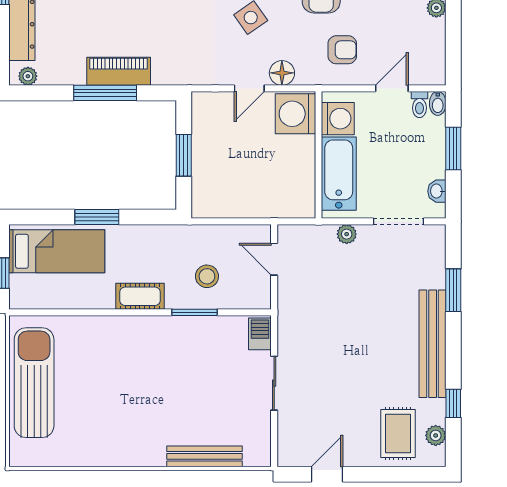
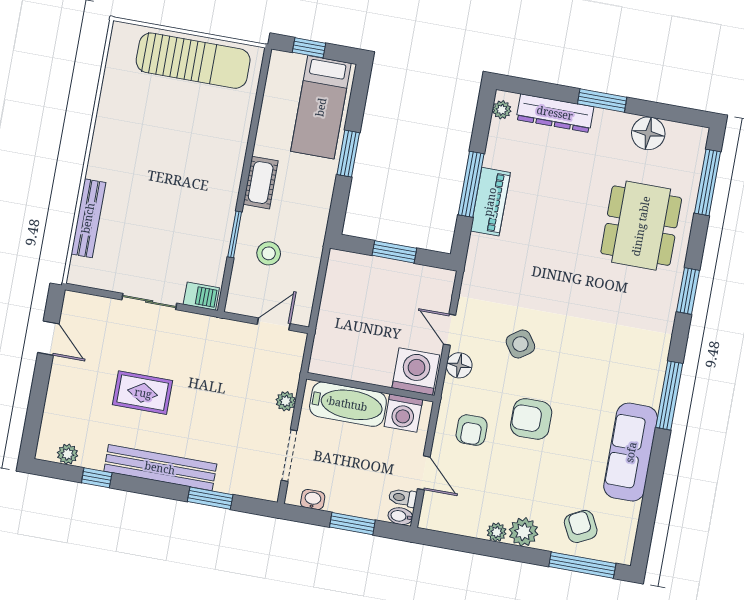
rug: (398, 433) -> (143, 393), moved

